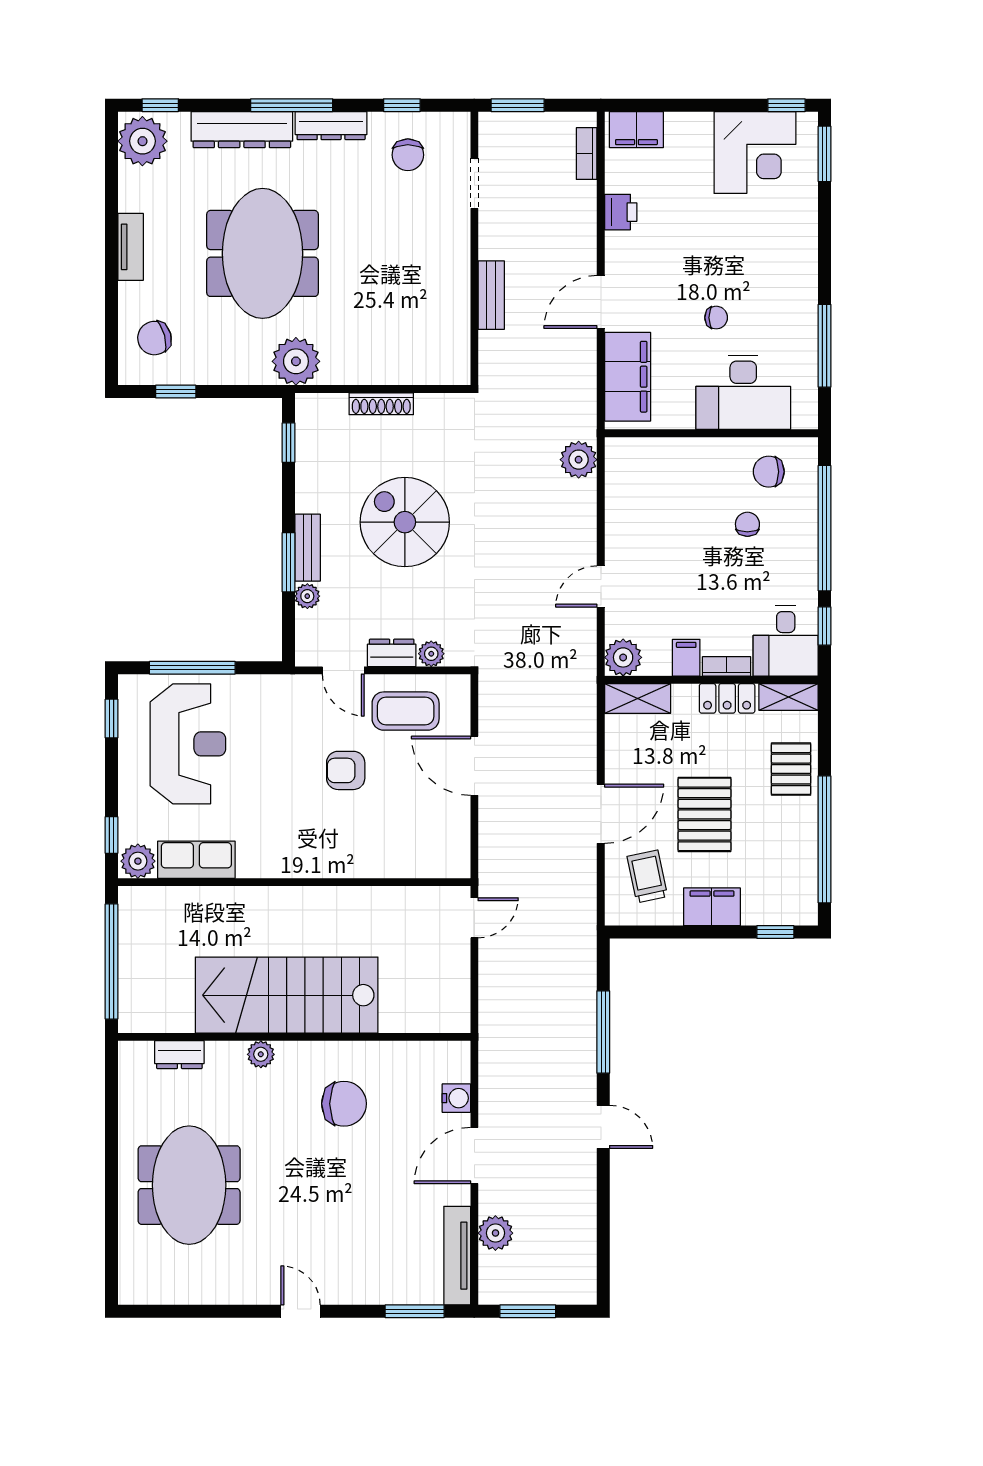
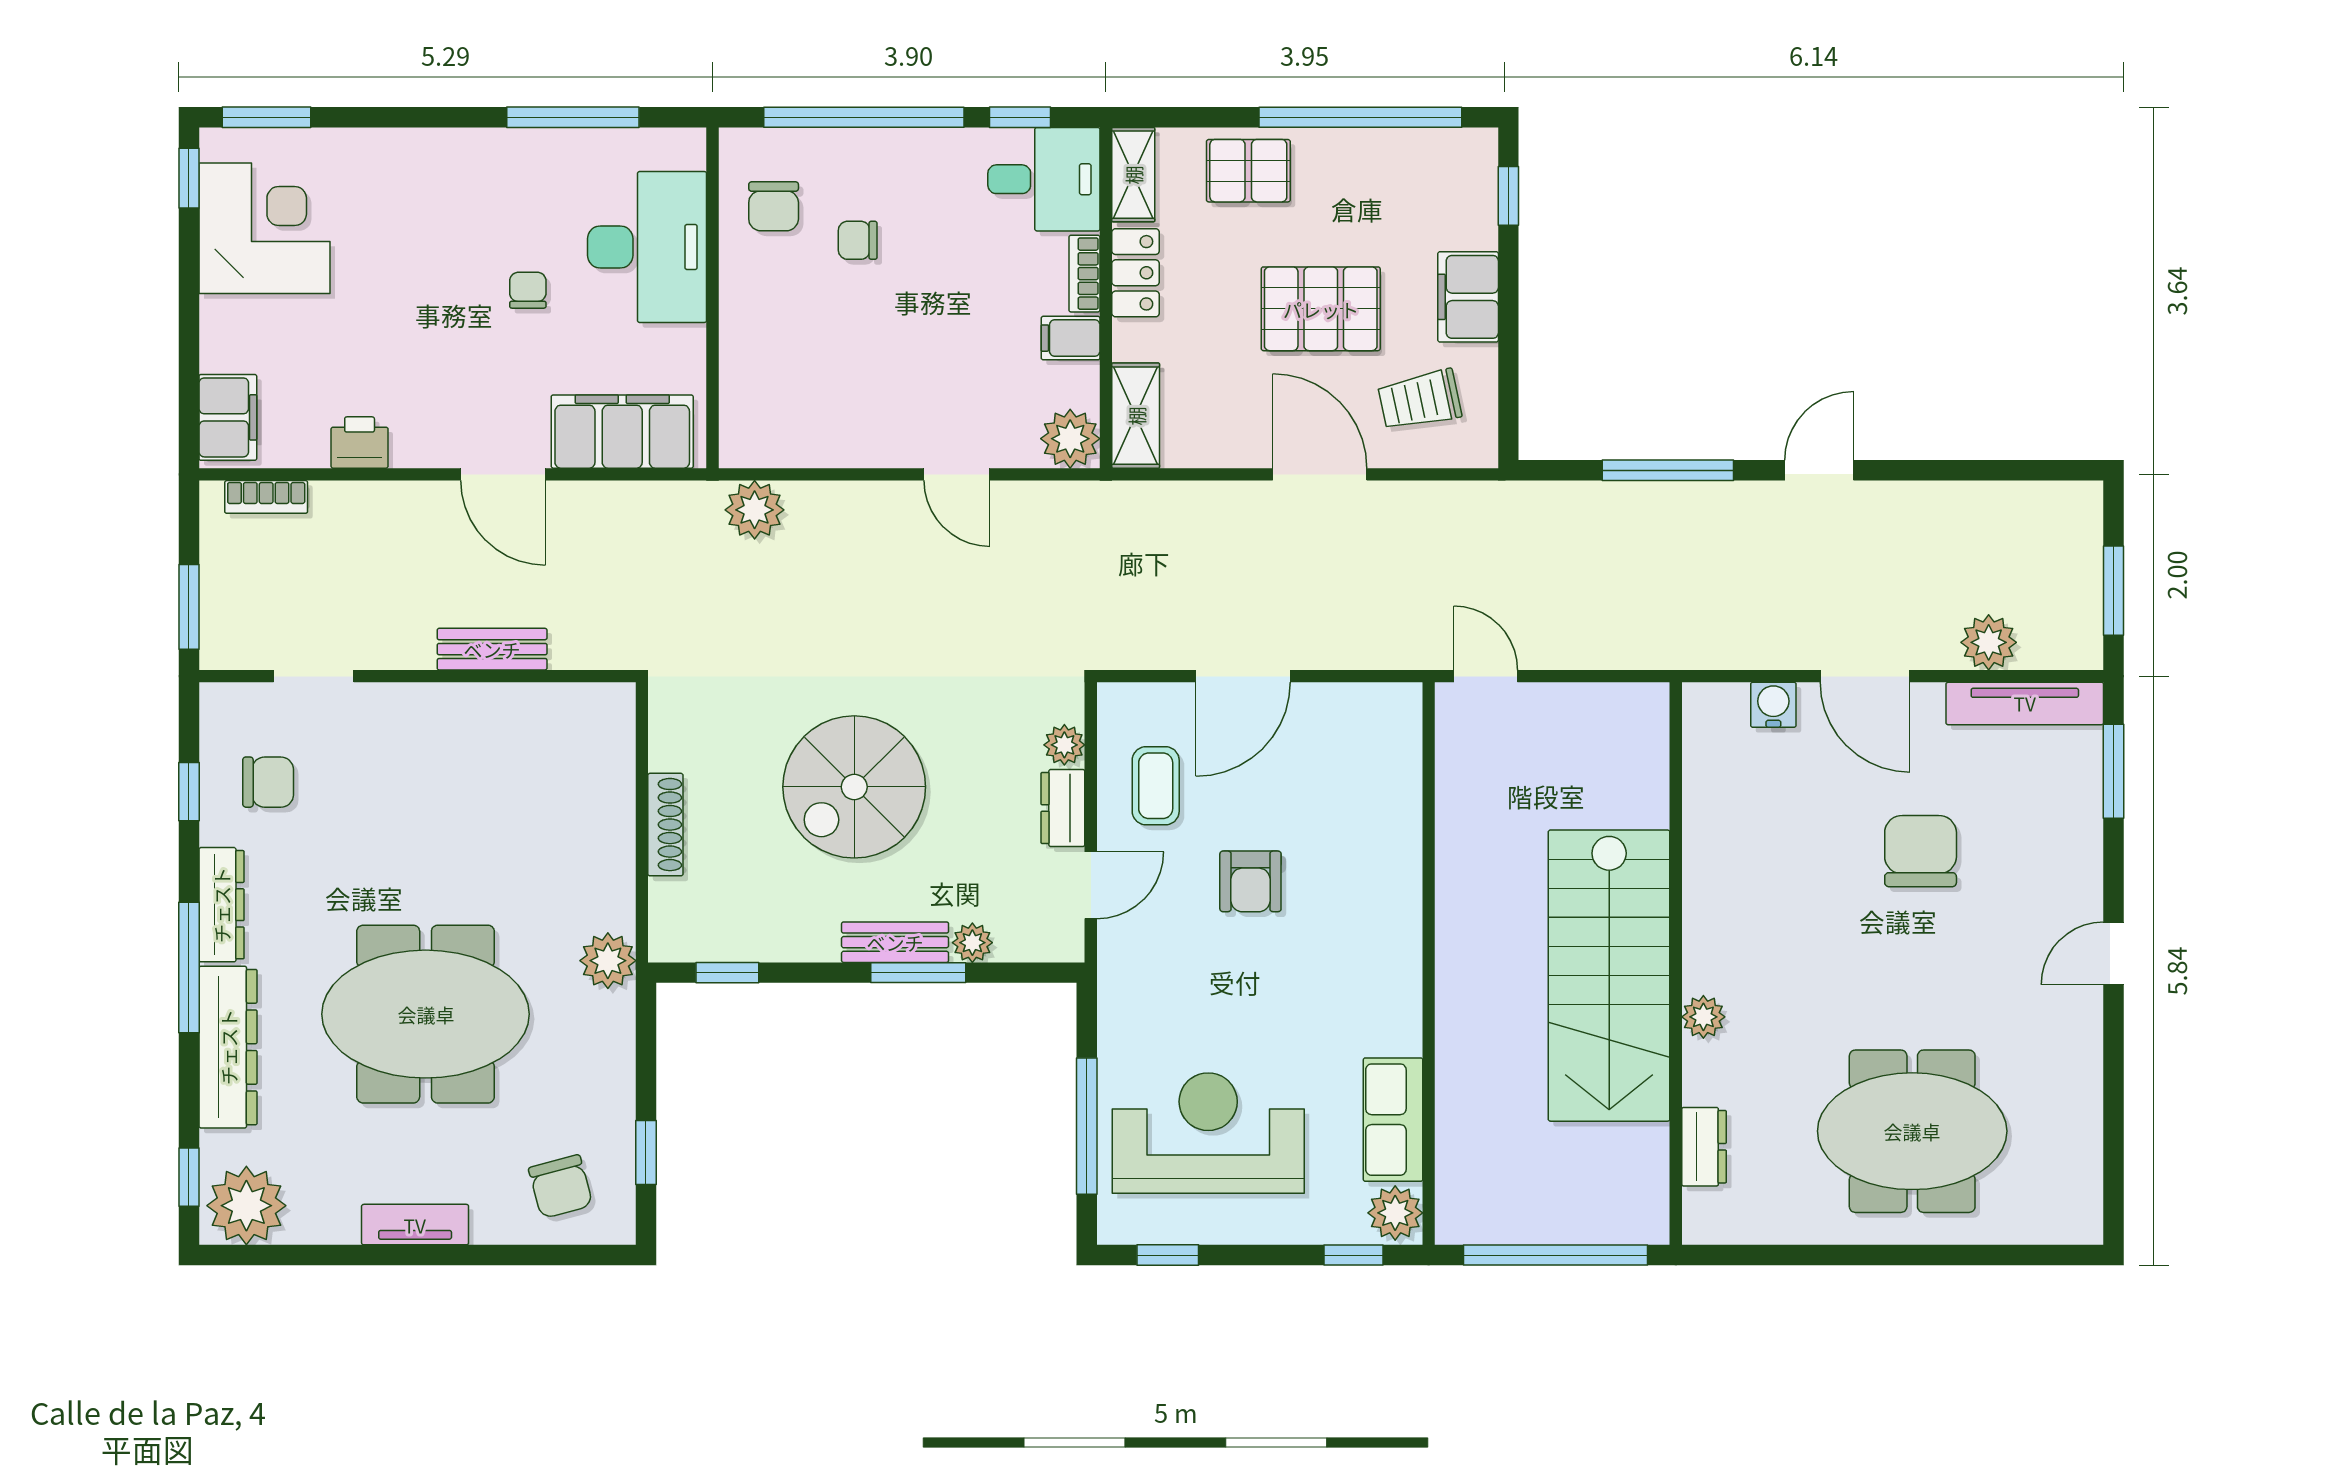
plant: (296, 361) -> (608, 961), width x0.73, depth x0.73
coffee table: (406, 711) -> (1156, 786), width x0.73, depth x0.77
chair: (344, 1104) -> (1921, 851), moved

